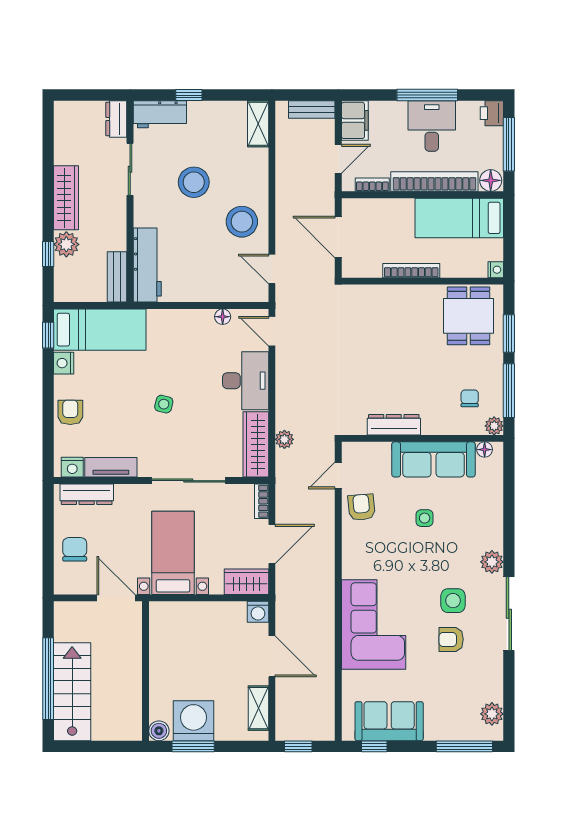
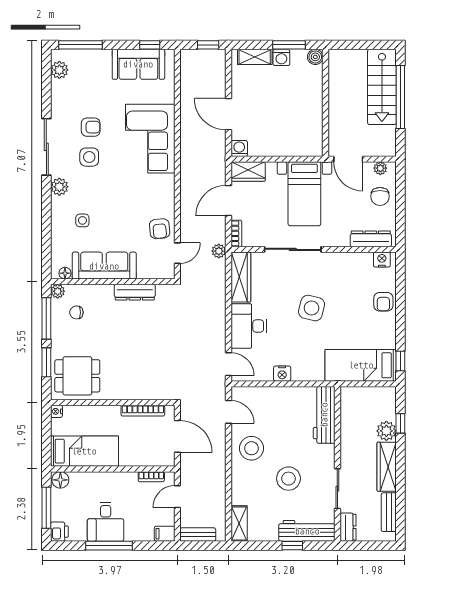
workbench: (160, 114) -> (307, 531), width x1.37
filing cabinet: (355, 120) -> (165, 534), width x0.50
bookcase: (434, 182) -> (103, 479), removed
bookcase: (411, 271) -> (143, 411), moved
bench: (117, 277) -> (389, 512), moved
dining table: (469, 316) -> (77, 376), turned 90
floor lamp: (223, 317) -> (266, 375), removed
nightstand: (64, 363) -> (282, 374), moved, turned 90
chair: (470, 398) -> (76, 312), turned 90
side table: (164, 404) -> (312, 308), width x1.87, depth x1.87
plant: (284, 439) -> (219, 251), moved
tv unit: (111, 467) -> (352, 260), removed
side table: (425, 518) -> (82, 220), moved
plant: (74, 586) -> (380, 168), added
shelving: (258, 708) -> (255, 57), moved, turned 90
washing machine: (194, 721) -> (281, 57), width x0.53, depth x0.53

